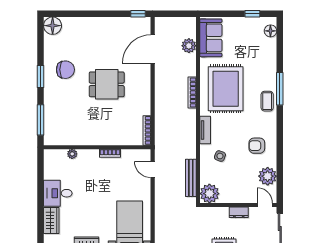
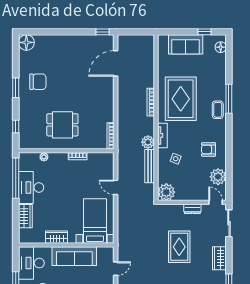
sofa: (211, 38) -> (186, 44), moved, turned 90
plant: (189, 46) -> (148, 142), moved
dining table: (107, 84) -> (62, 125), moved
window: (41, 120) -> (16, 126), width x0.46
door: (153, 169) -> (116, 187), moved
window: (41, 178) -> (16, 178), added
bench: (191, 178) -> (150, 166), moved
desk: (58, 193) -> (31, 187), width x1.37

